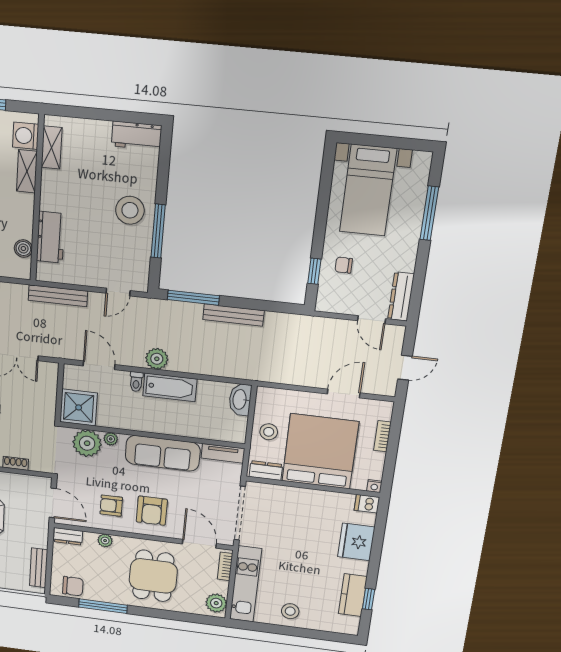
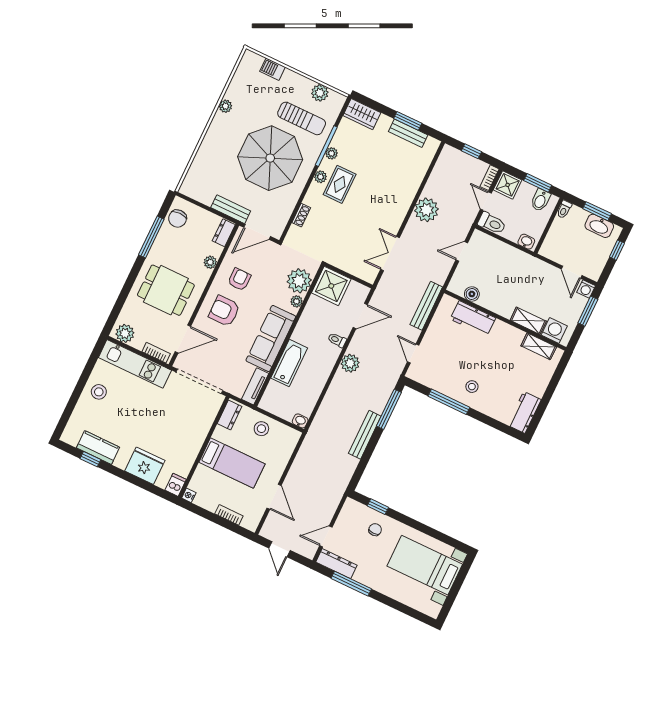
stool: (130, 210) -> (472, 387), width x0.53, depth x0.53
window: (429, 213) -> (351, 584), moved
bathtub: (170, 387) -> (289, 363), moved, turned 180
washbasin: (240, 400) -> (300, 421), width x0.52, depth x0.69
bed: (320, 451) -> (232, 463), width x0.49
bench: (39, 568) -> (231, 209), moved

